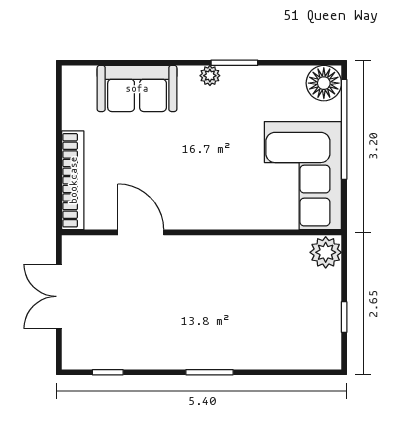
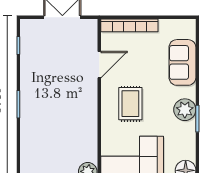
plant: (210, 76) -> (185, 110), width x1.88, depth x1.88
rug: (208, 178) -> (130, 104), added

